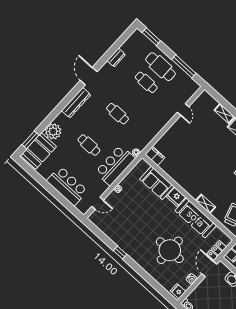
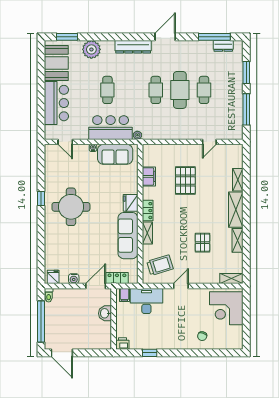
window: (151, 37) -> (246, 73), moved
window: (118, 44) -> (214, 37), added
dresser: (116, 58) -> (223, 46), moved
cafe table: (160, 67) -> (180, 90), moved
pallet: (194, 148) -> (185, 181), added
booth: (39, 151) -> (56, 63), moved, turned 90
filing cabinet: (155, 156) -> (149, 176), moved
sofa: (157, 183) -> (115, 154), moved, turned -90
locker: (191, 190) -> (148, 211), added
round table: (170, 250) -> (71, 207), moved

